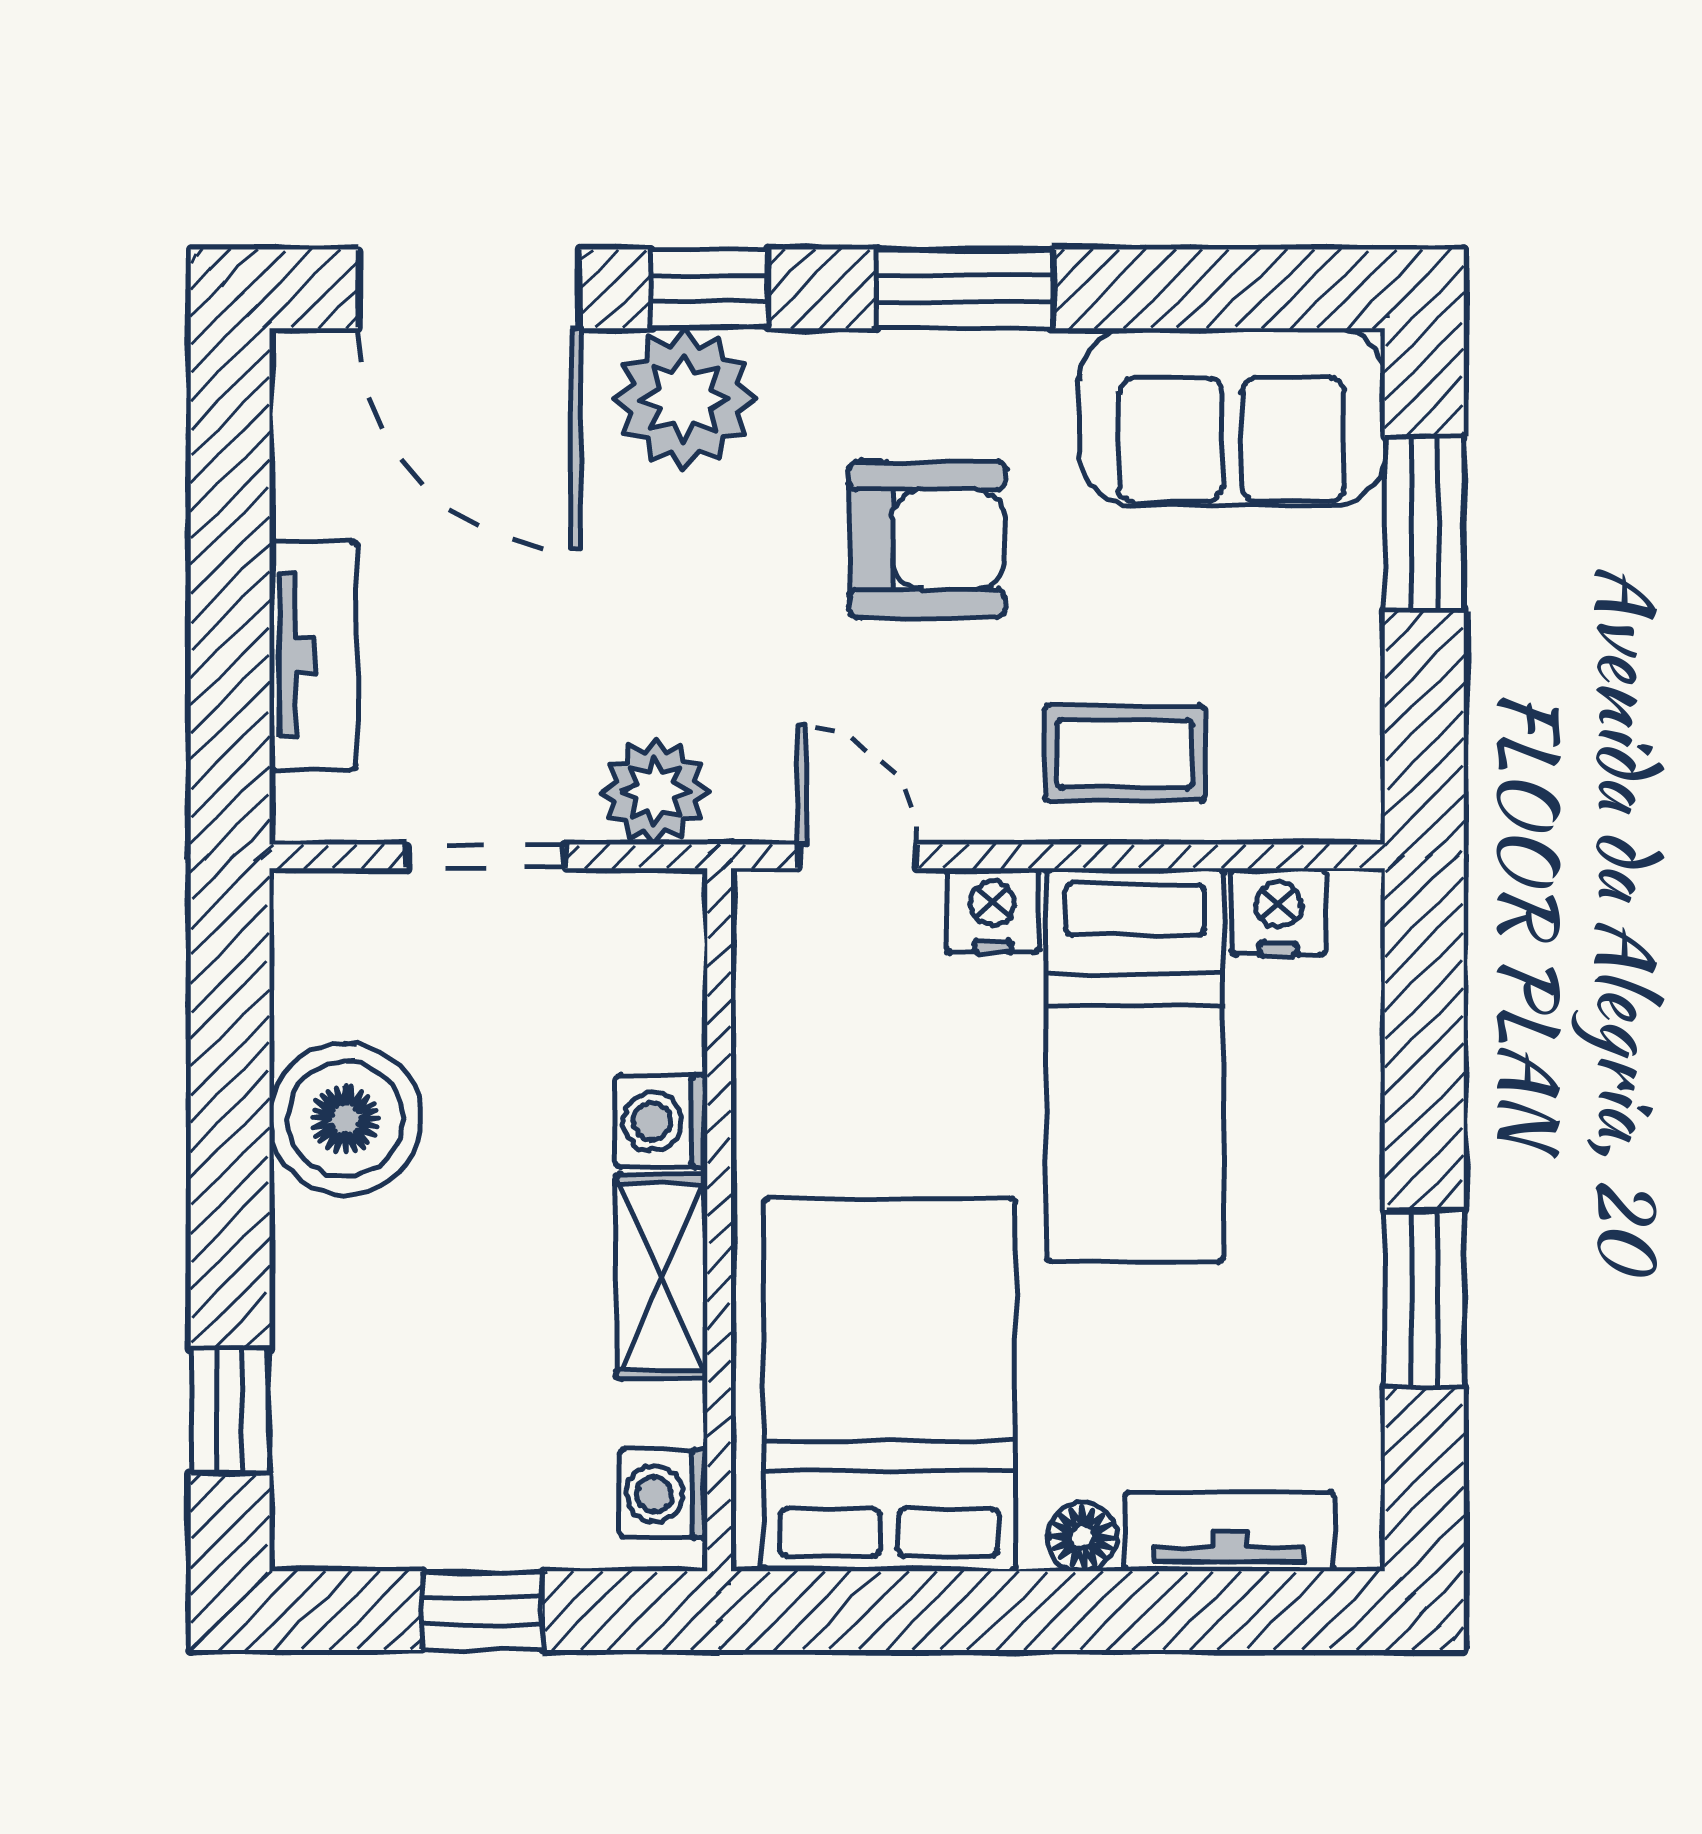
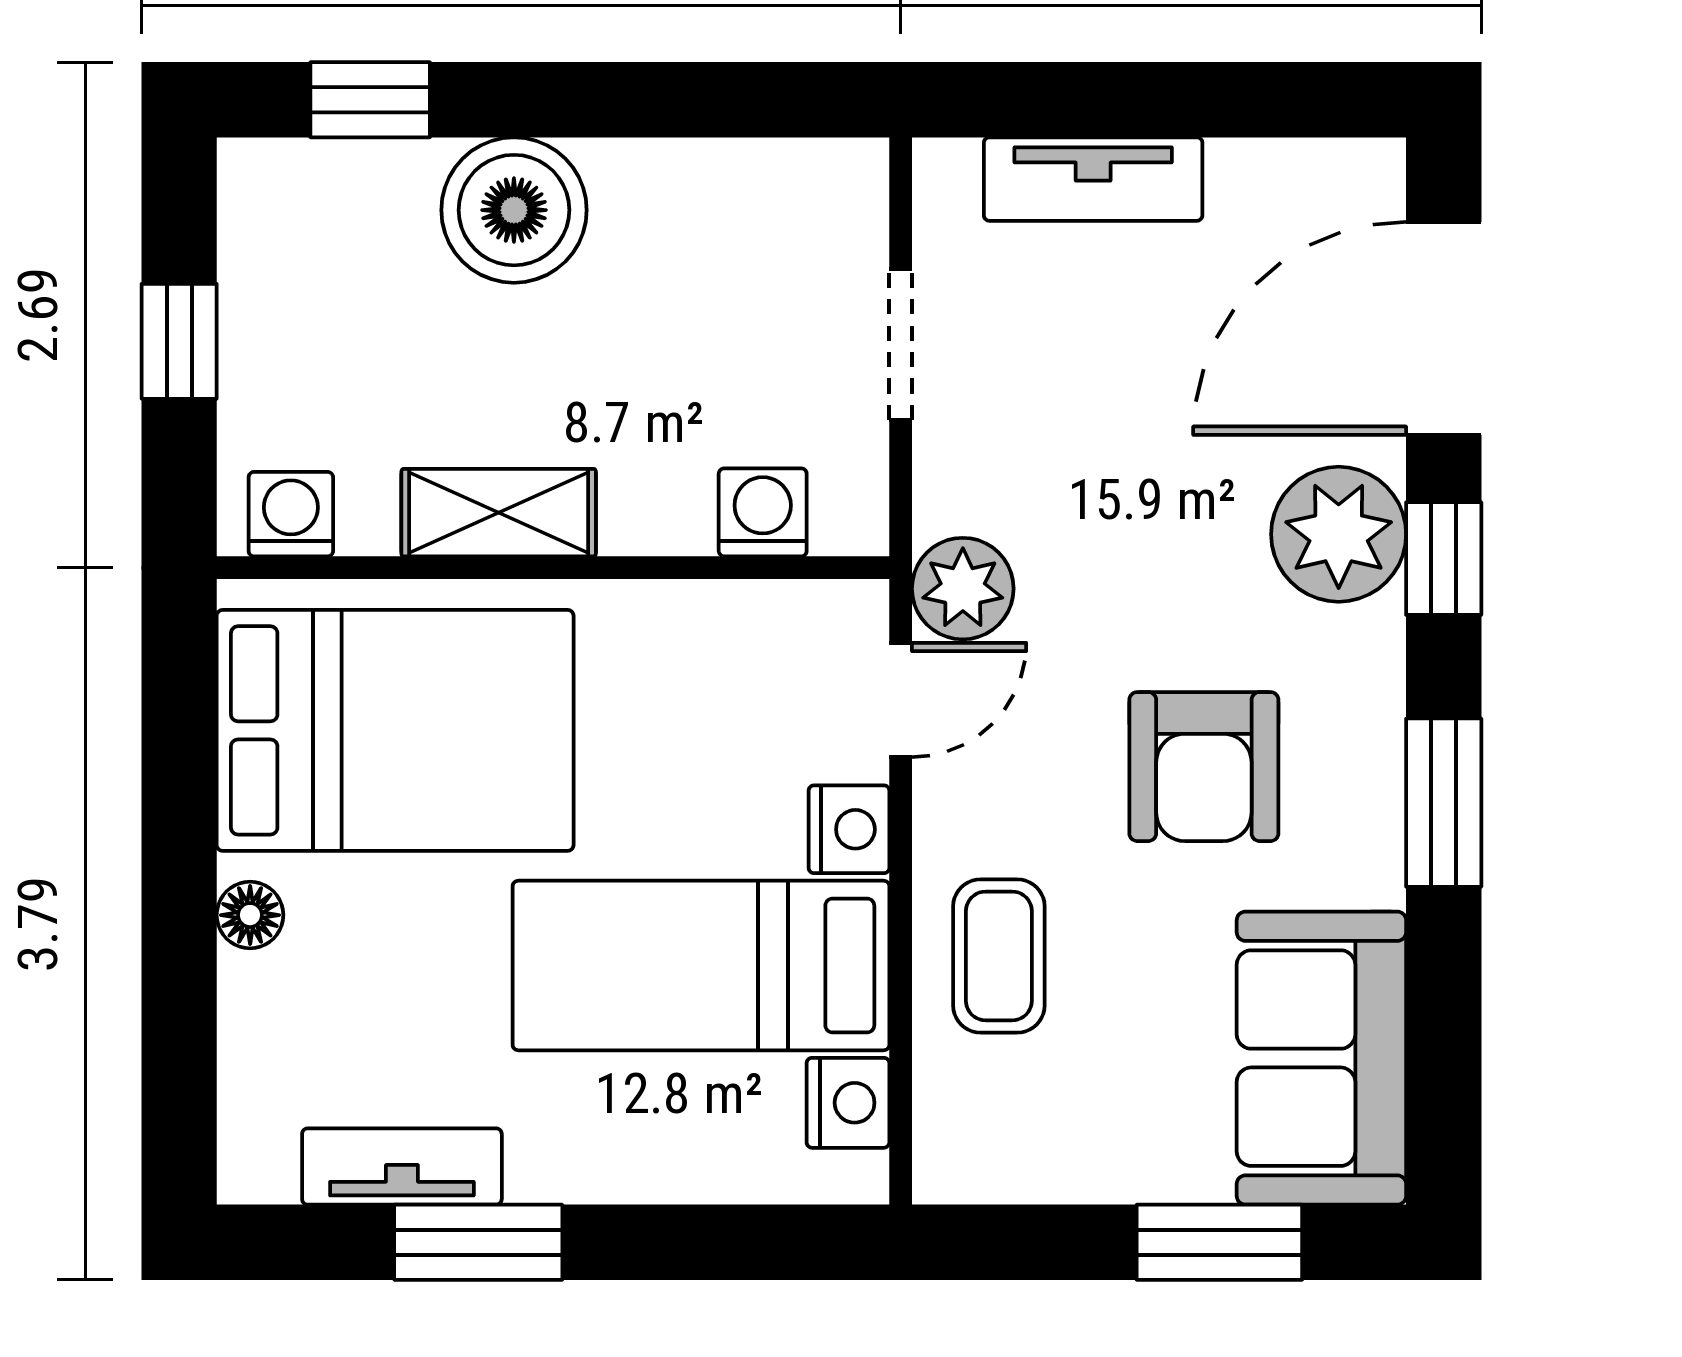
plant: (655, 792) -> (963, 589), moved
boiler: (345, 1119) -> (514, 210), moved
washing machine: (661, 1121) -> (763, 512), moved
tv unit: (1229, 1532) -> (402, 1167), moved, turned -90

